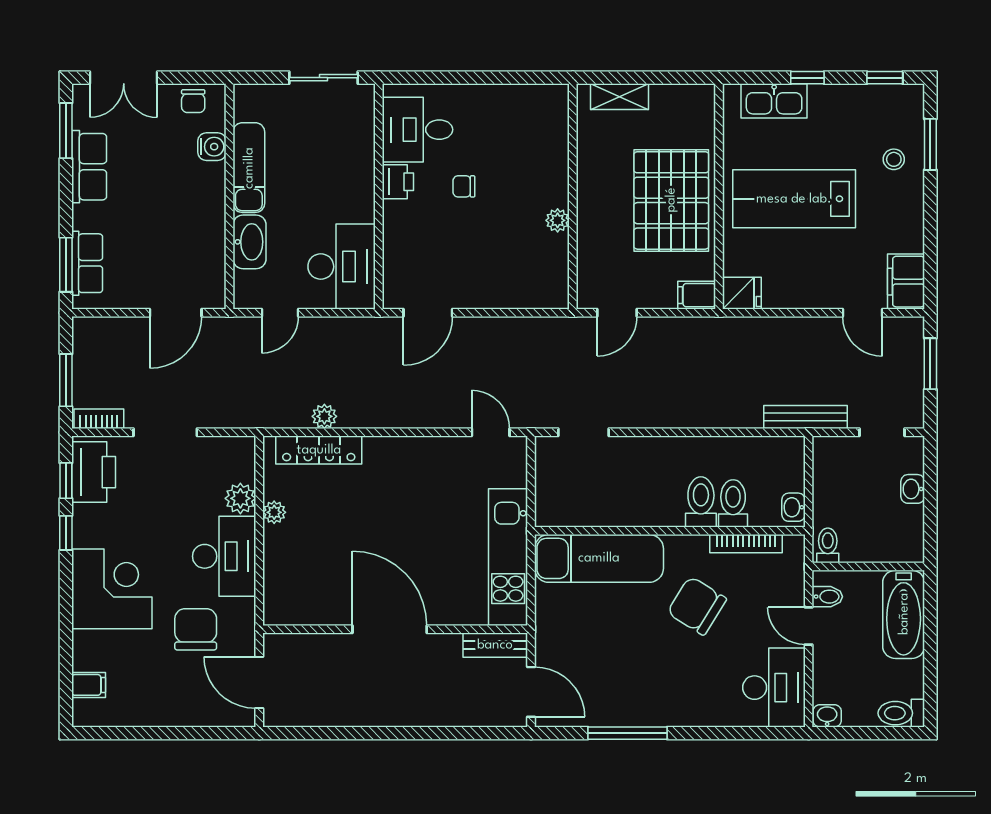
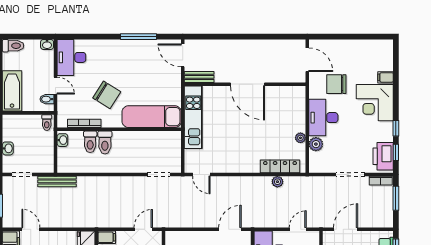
chair: (196, 629) -> (336, 84), turned 90
filing cabinet: (89, 685) -> (385, 77), moved

